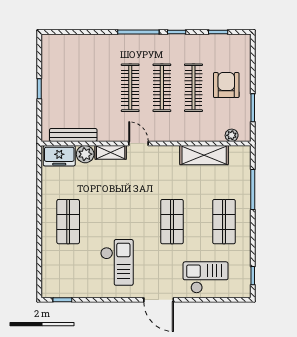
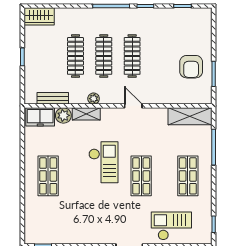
wardrobe: (58, 44) -> (39, 16), added
armchair: (226, 85) -> (191, 67), moved, turned 180
clothes rail: (193, 88) -> (75, 56), moved
bench: (73, 135) -> (53, 98), width x0.73
plant: (232, 135) -> (94, 99), moved
door: (138, 144) -> (133, 106), moved
shelving: (204, 155) -> (190, 116), moved
checkout: (117, 262) -> (103, 162), moved

